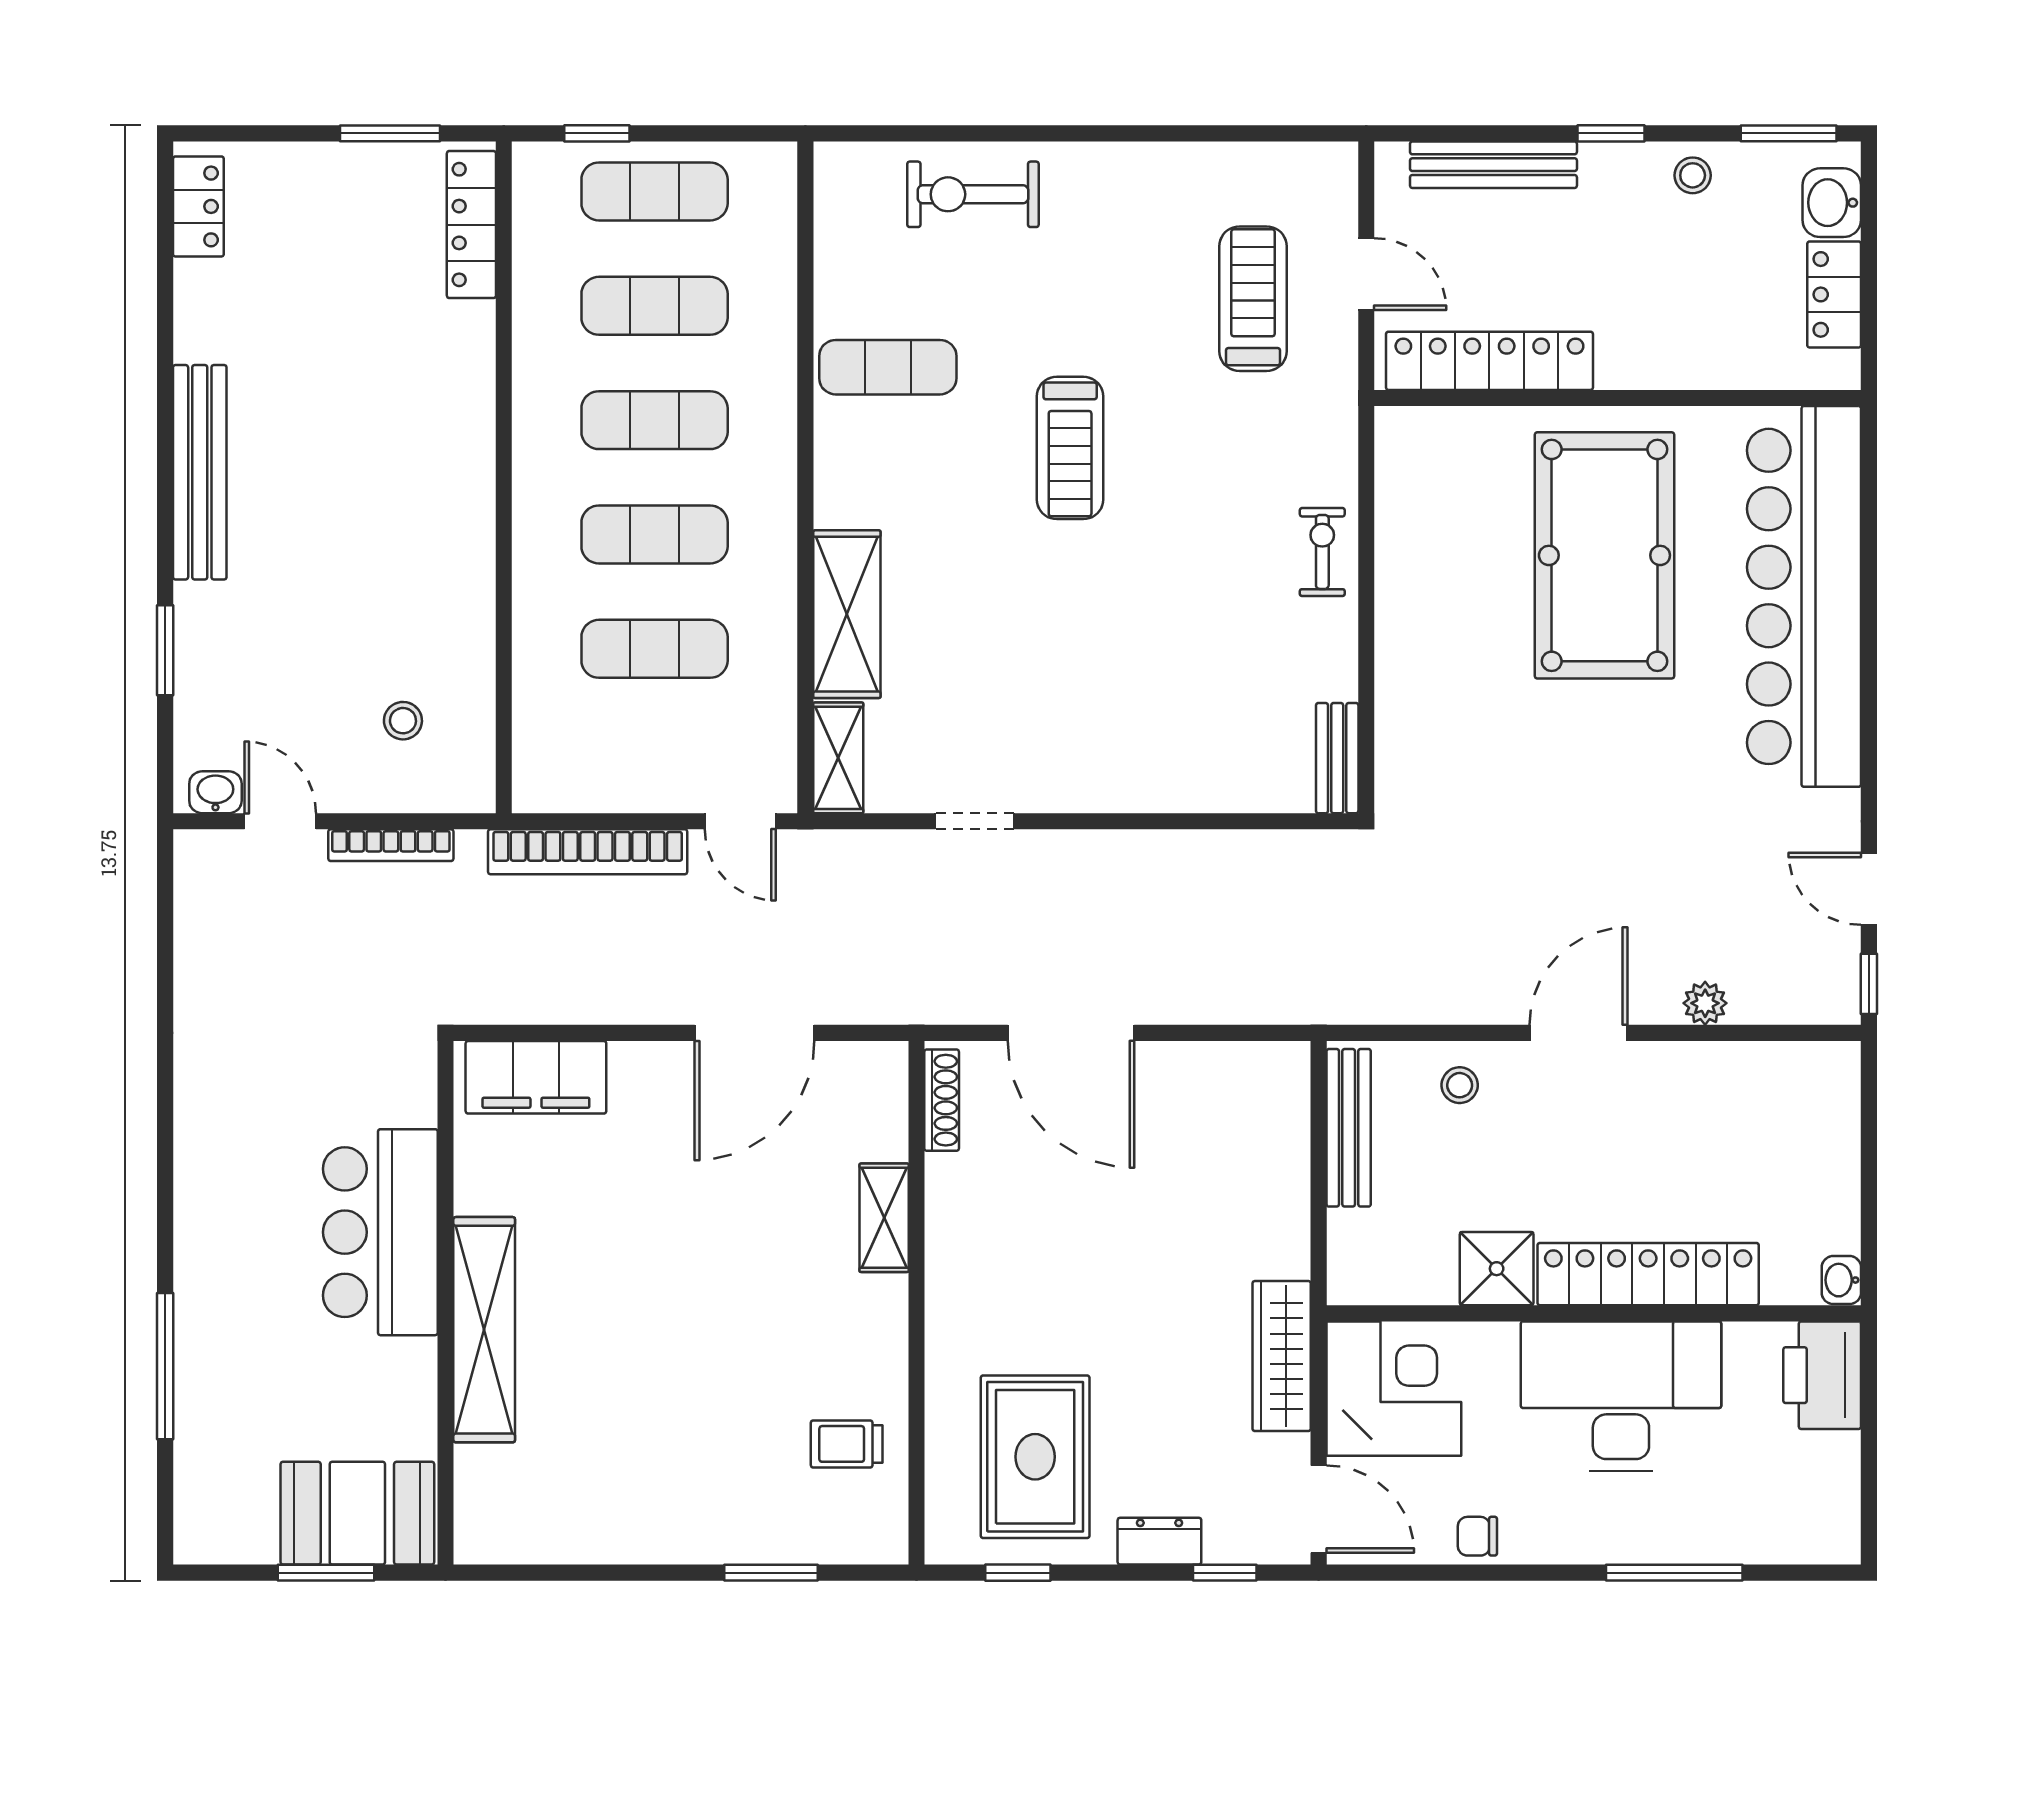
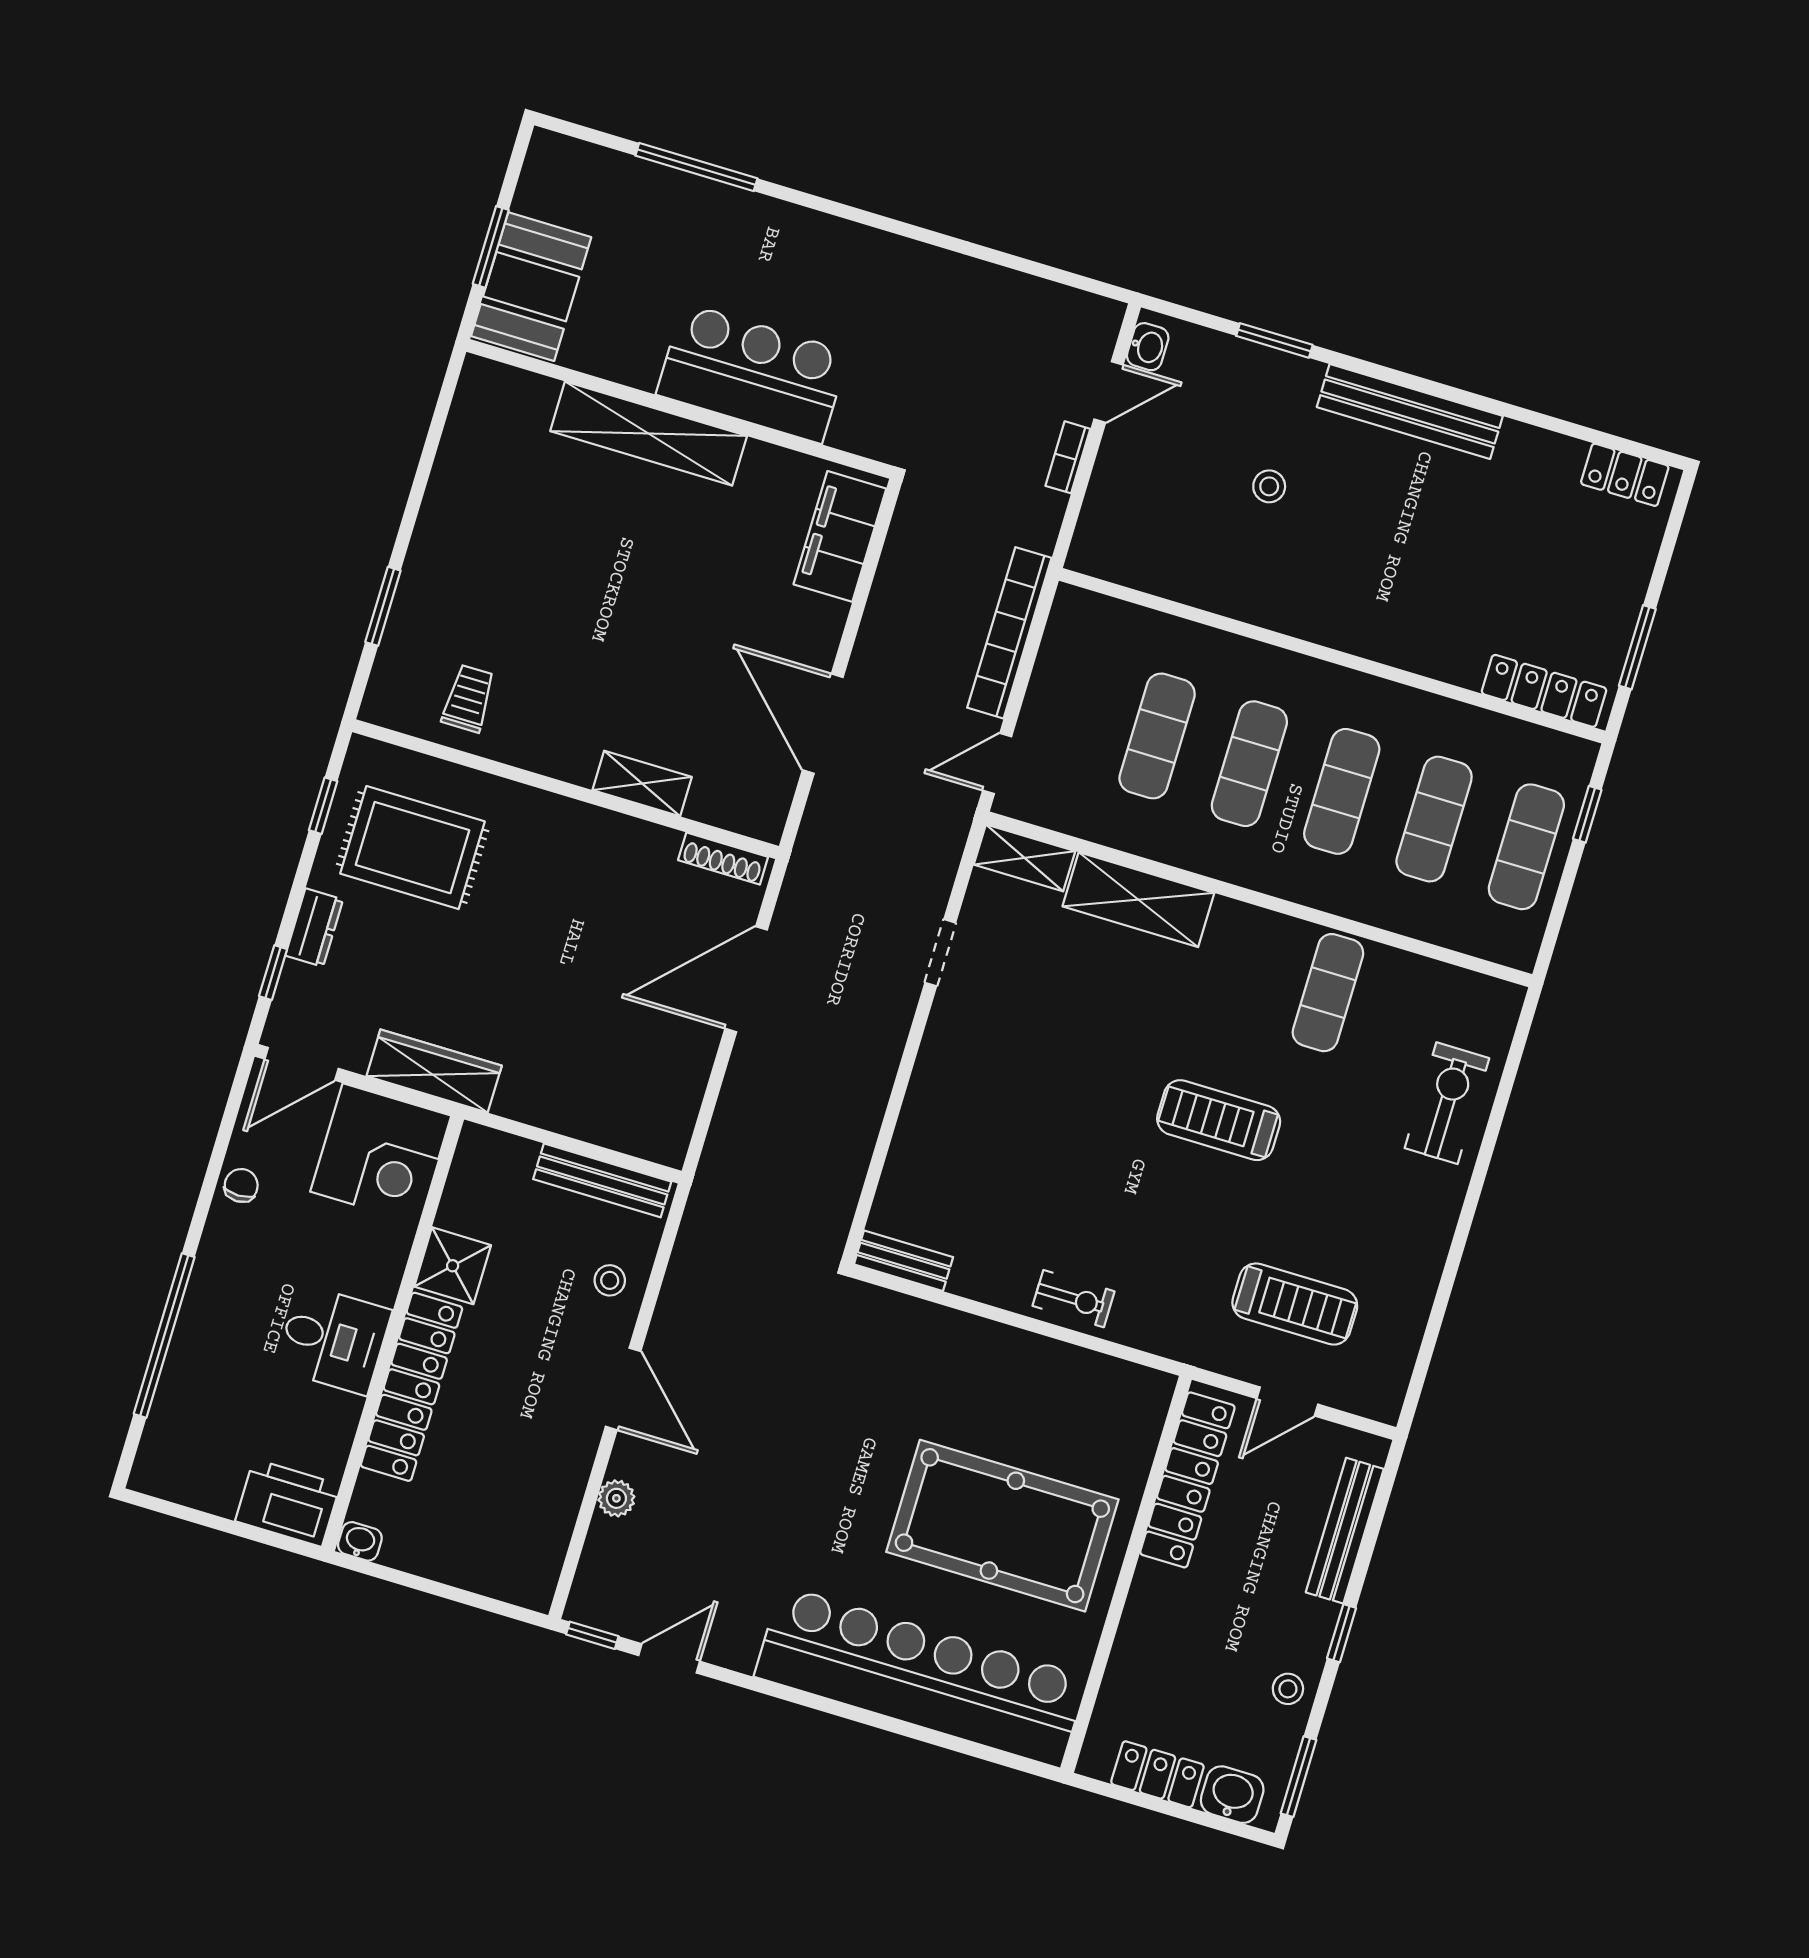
stool: (403, 721) -> (1269, 486), moved
bookcase: (391, 845) -> (1068, 457), width x0.64
desk: (1621, 1396) -> (333, 1339), width x0.53, depth x0.77
window: (1674, 1573) -> (164, 1336), width x1.46

